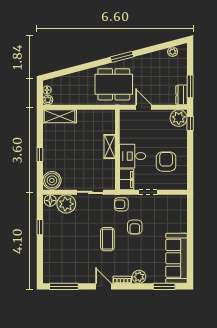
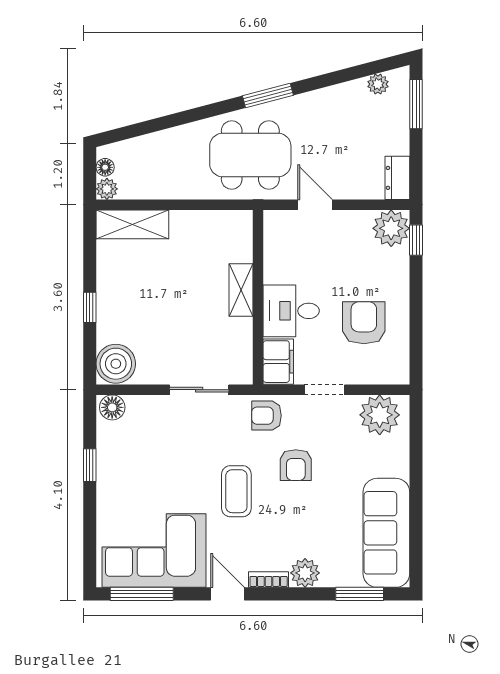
window: (190, 86) -> (416, 104), moved
plant: (66, 204) -> (380, 415), moved
corner sofa: (69, 266) -> (154, 551), added

